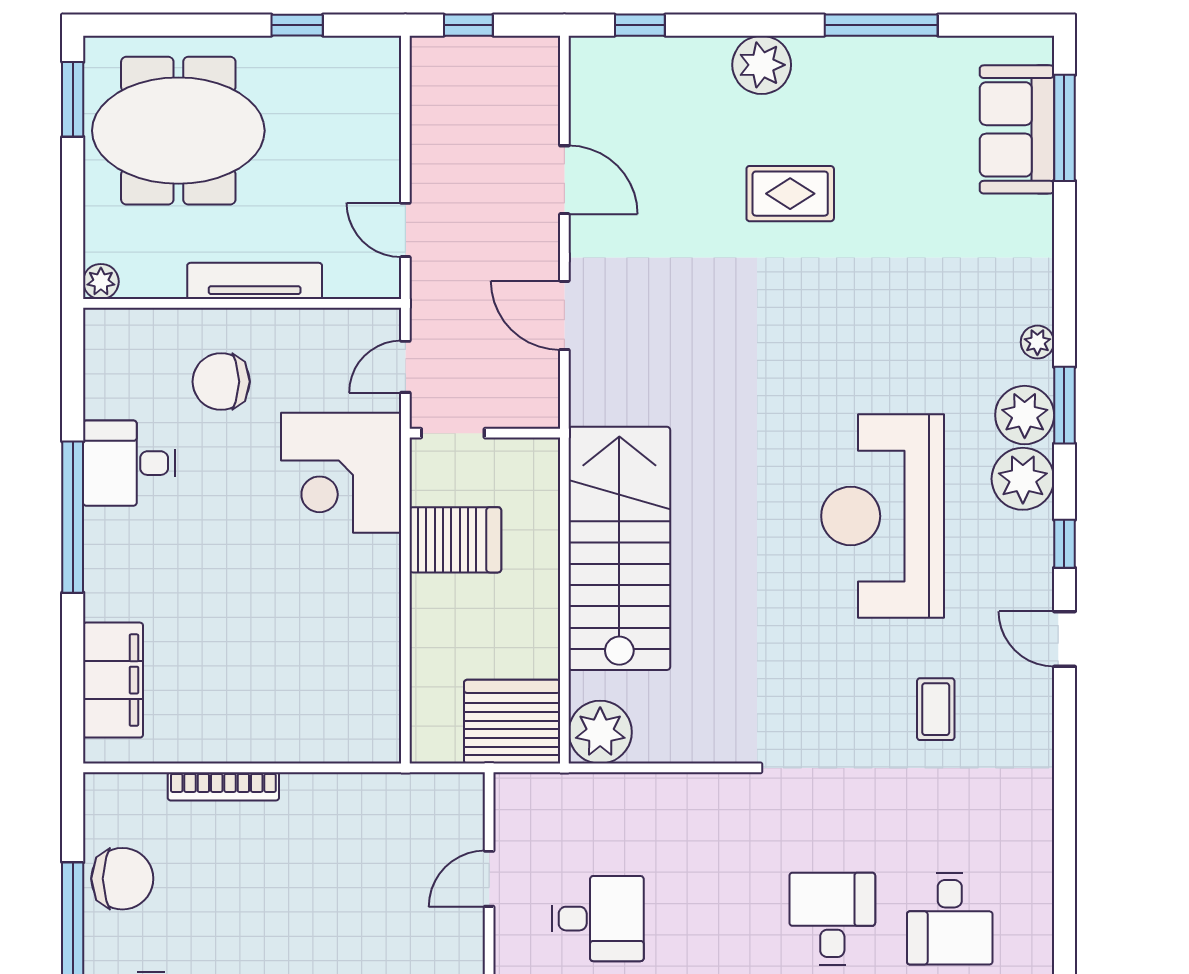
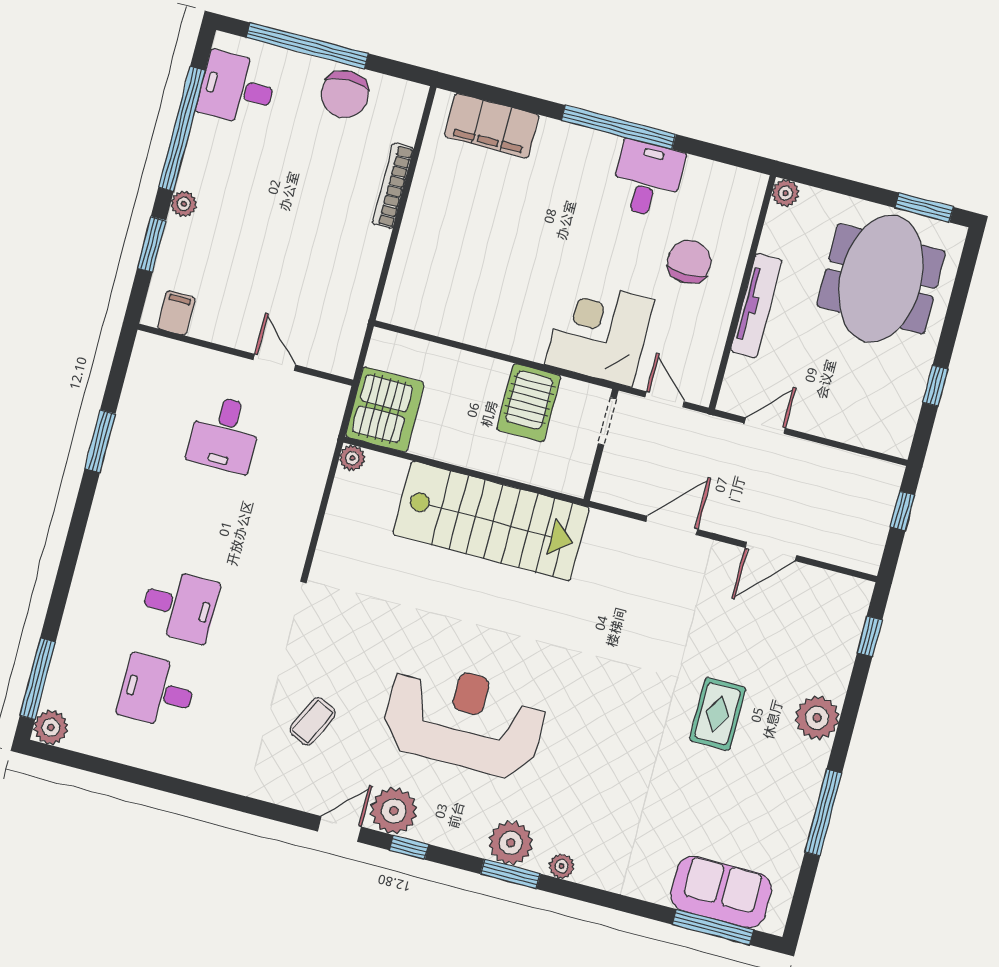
plant: (1023, 479) -> (394, 811), moved
coffee table: (936, 709) -> (313, 721), turned -64
plant: (600, 732) -> (352, 458), width x0.53, depth x0.53

